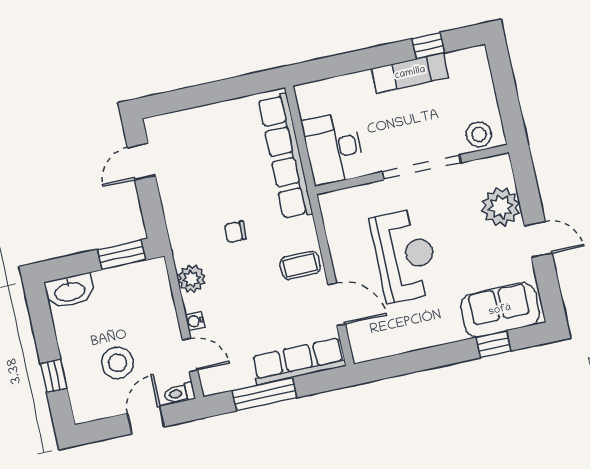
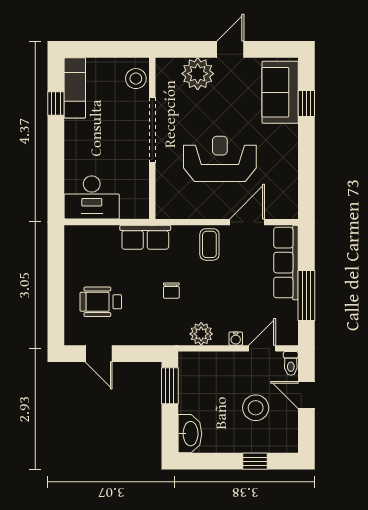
exam couch: (410, 73) -> (75, 88), moved
desk: (333, 148) -> (92, 197), moved
wheelchair: (204, 150) -> (101, 302), added
row of seats: (285, 156) -> (145, 237), width x0.50

